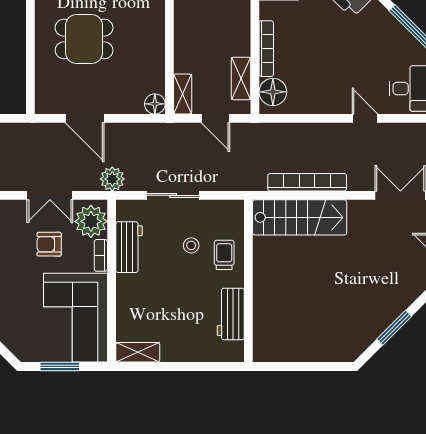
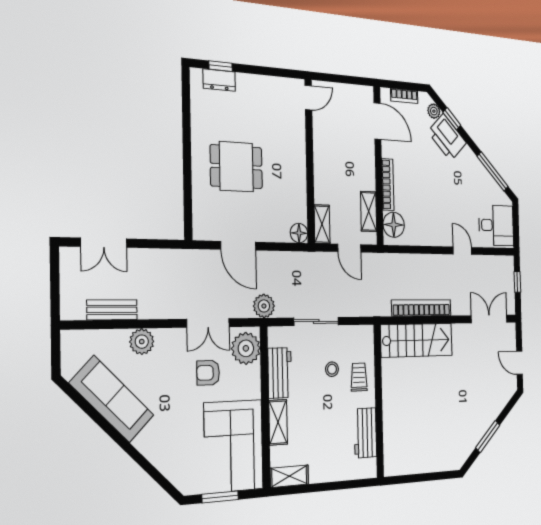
bookcase: (101, 255) -> (255, 382), removed
shelving: (126, 297) -> (278, 422), added

